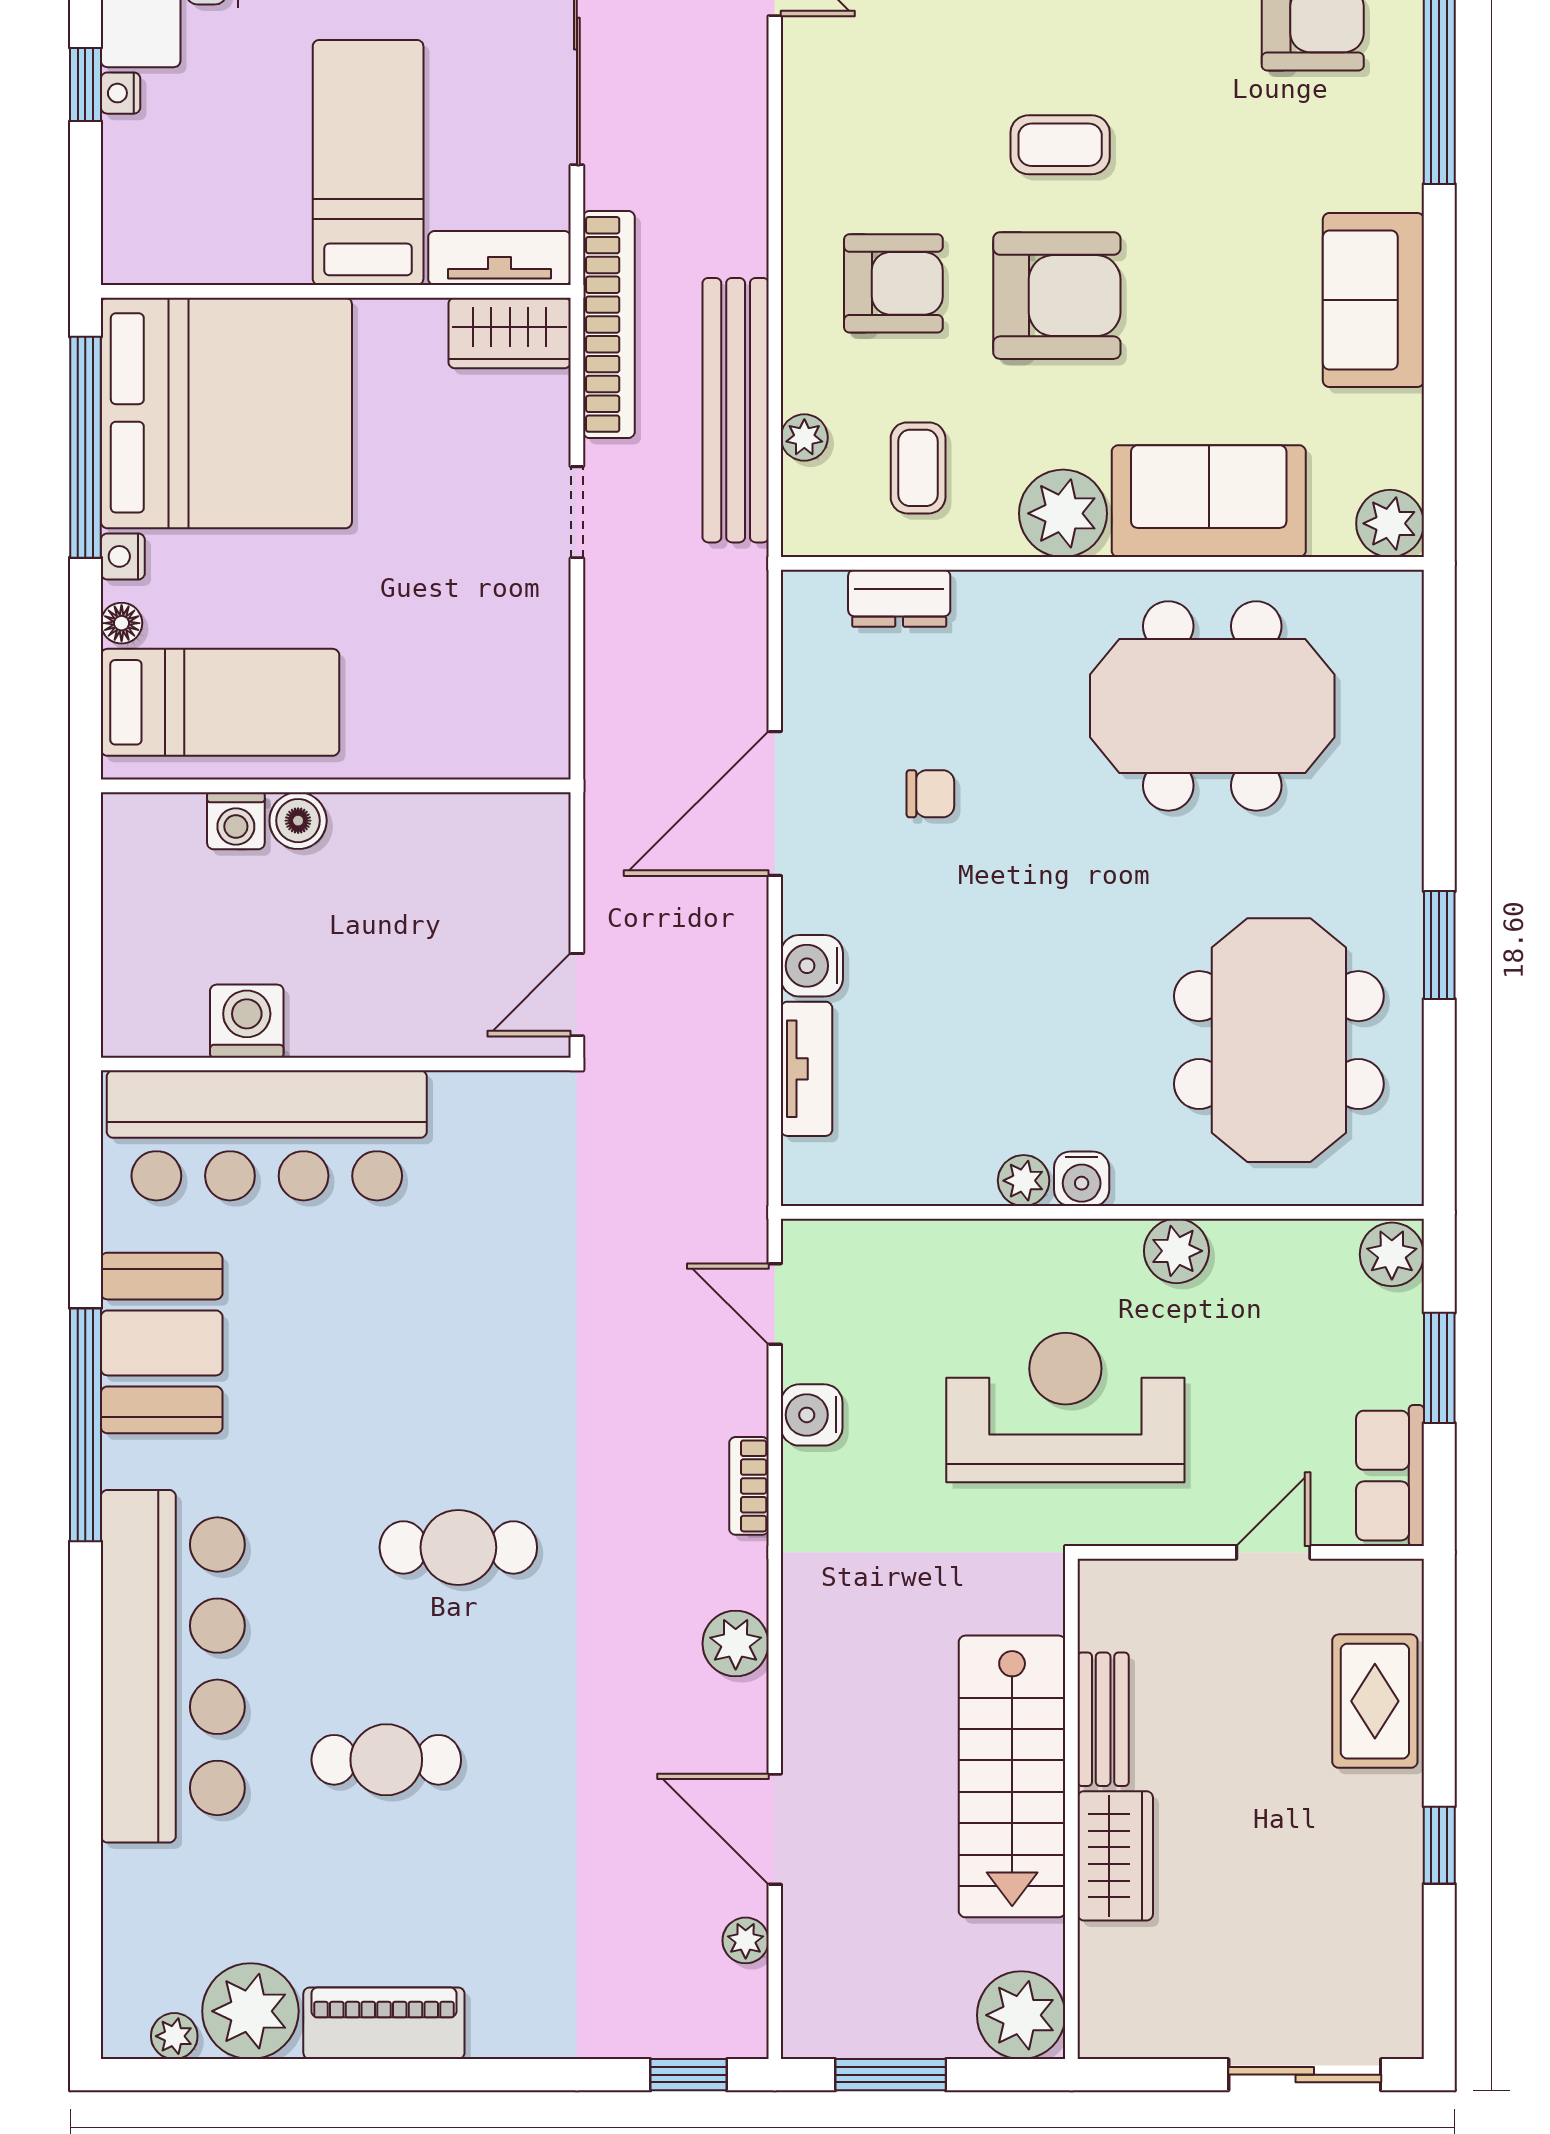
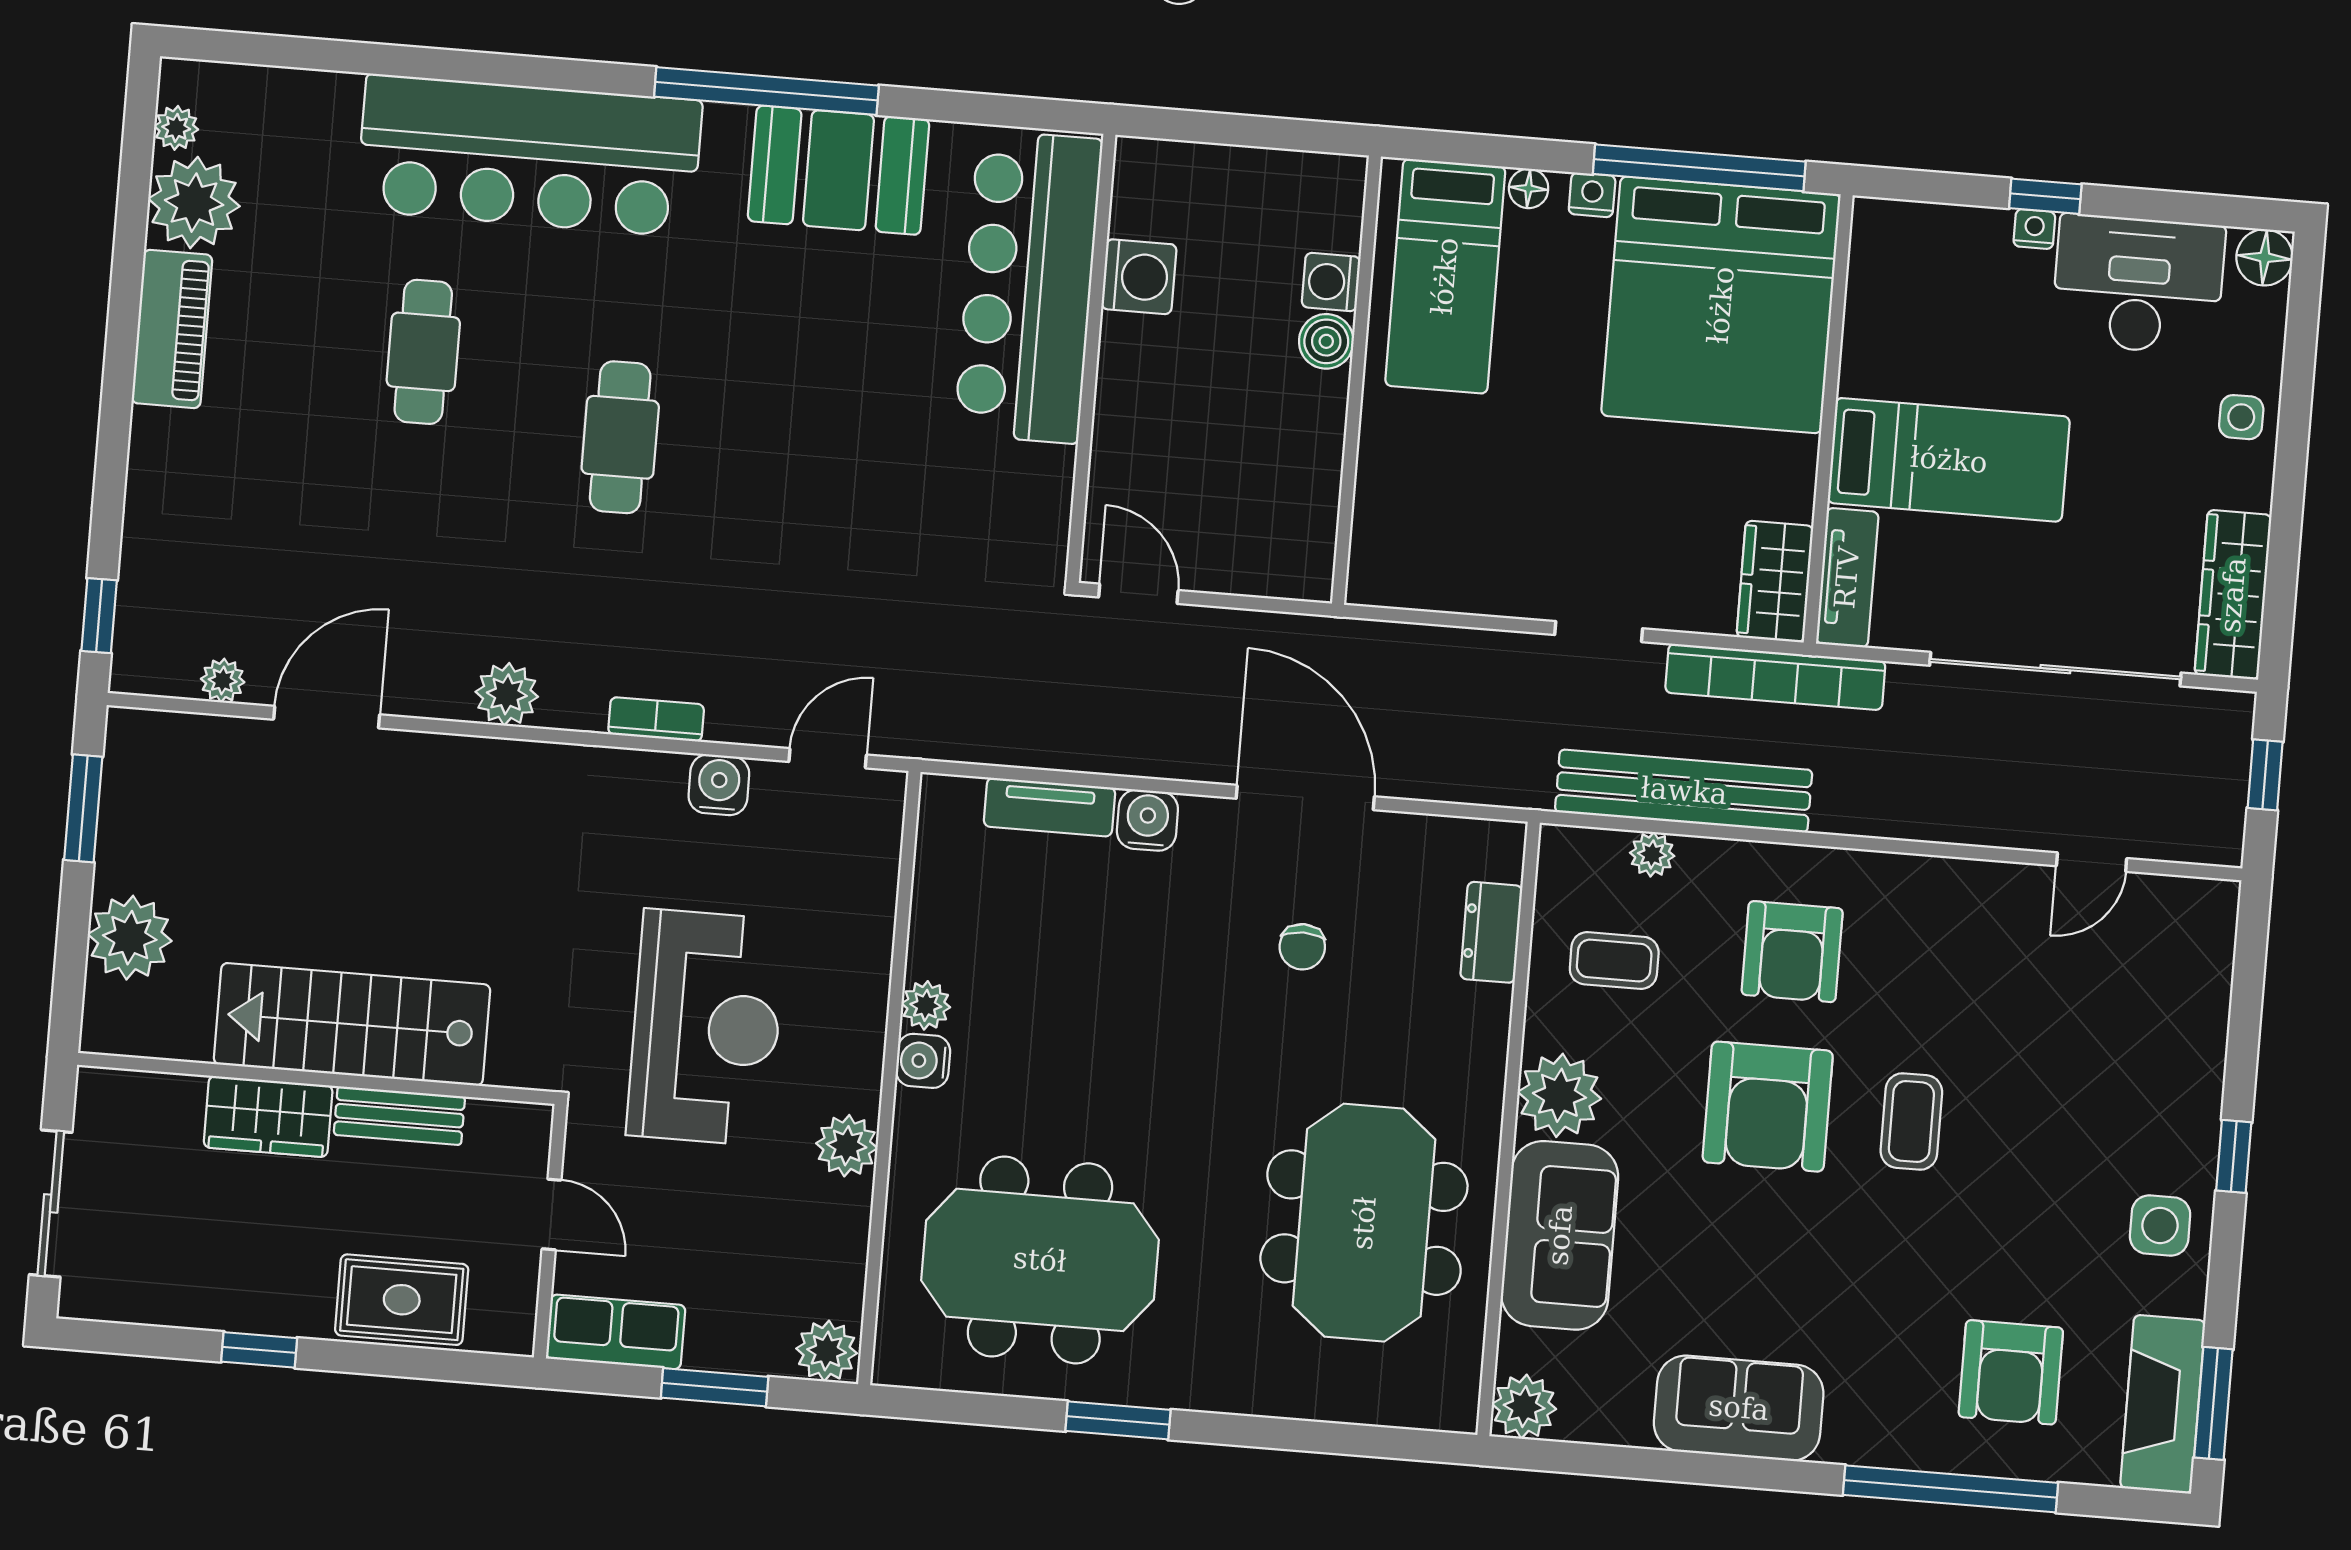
bench: (1103, 1719) -> (399, 1116), moved
stairs: (1012, 1776) -> (352, 1024), moved
wall: (1071, 1809) -> (316, 1078), moved
wardrobe: (1115, 1856) -> (268, 1116), moved

